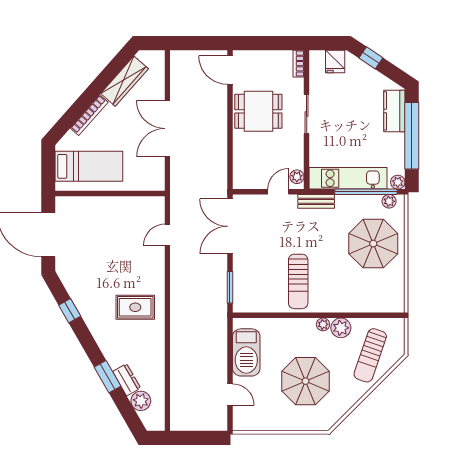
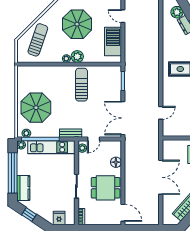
window: (371, 58) -> (29, 215), moved
floor lamp: (241, 153) -> (116, 162), added
double door: (230, 226) -> (123, 118), swing flipped
plant: (341, 328) -> (77, 57), moved

